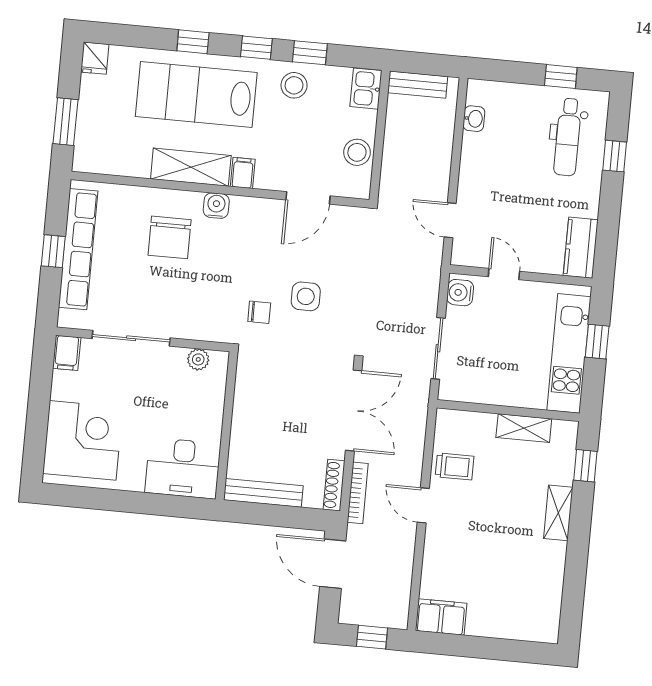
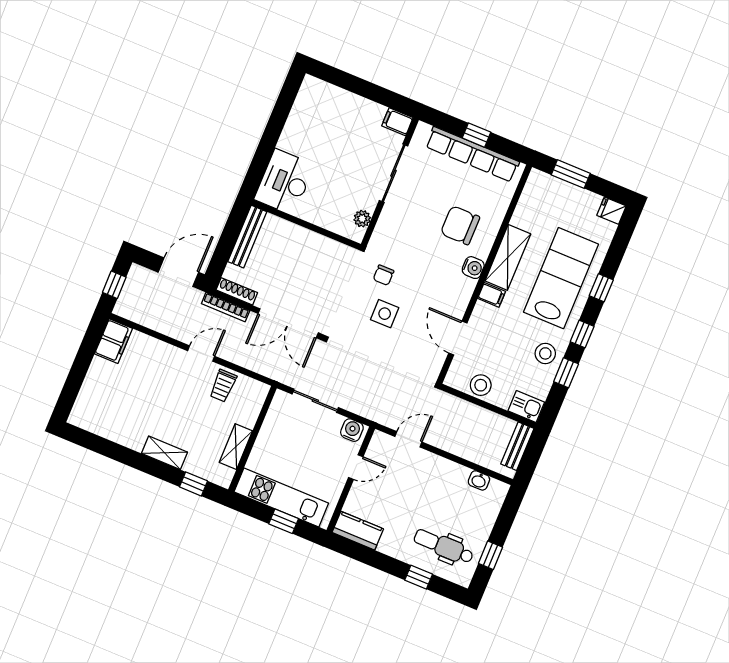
corner desk: (83, 440) -> (328, 114), removed

